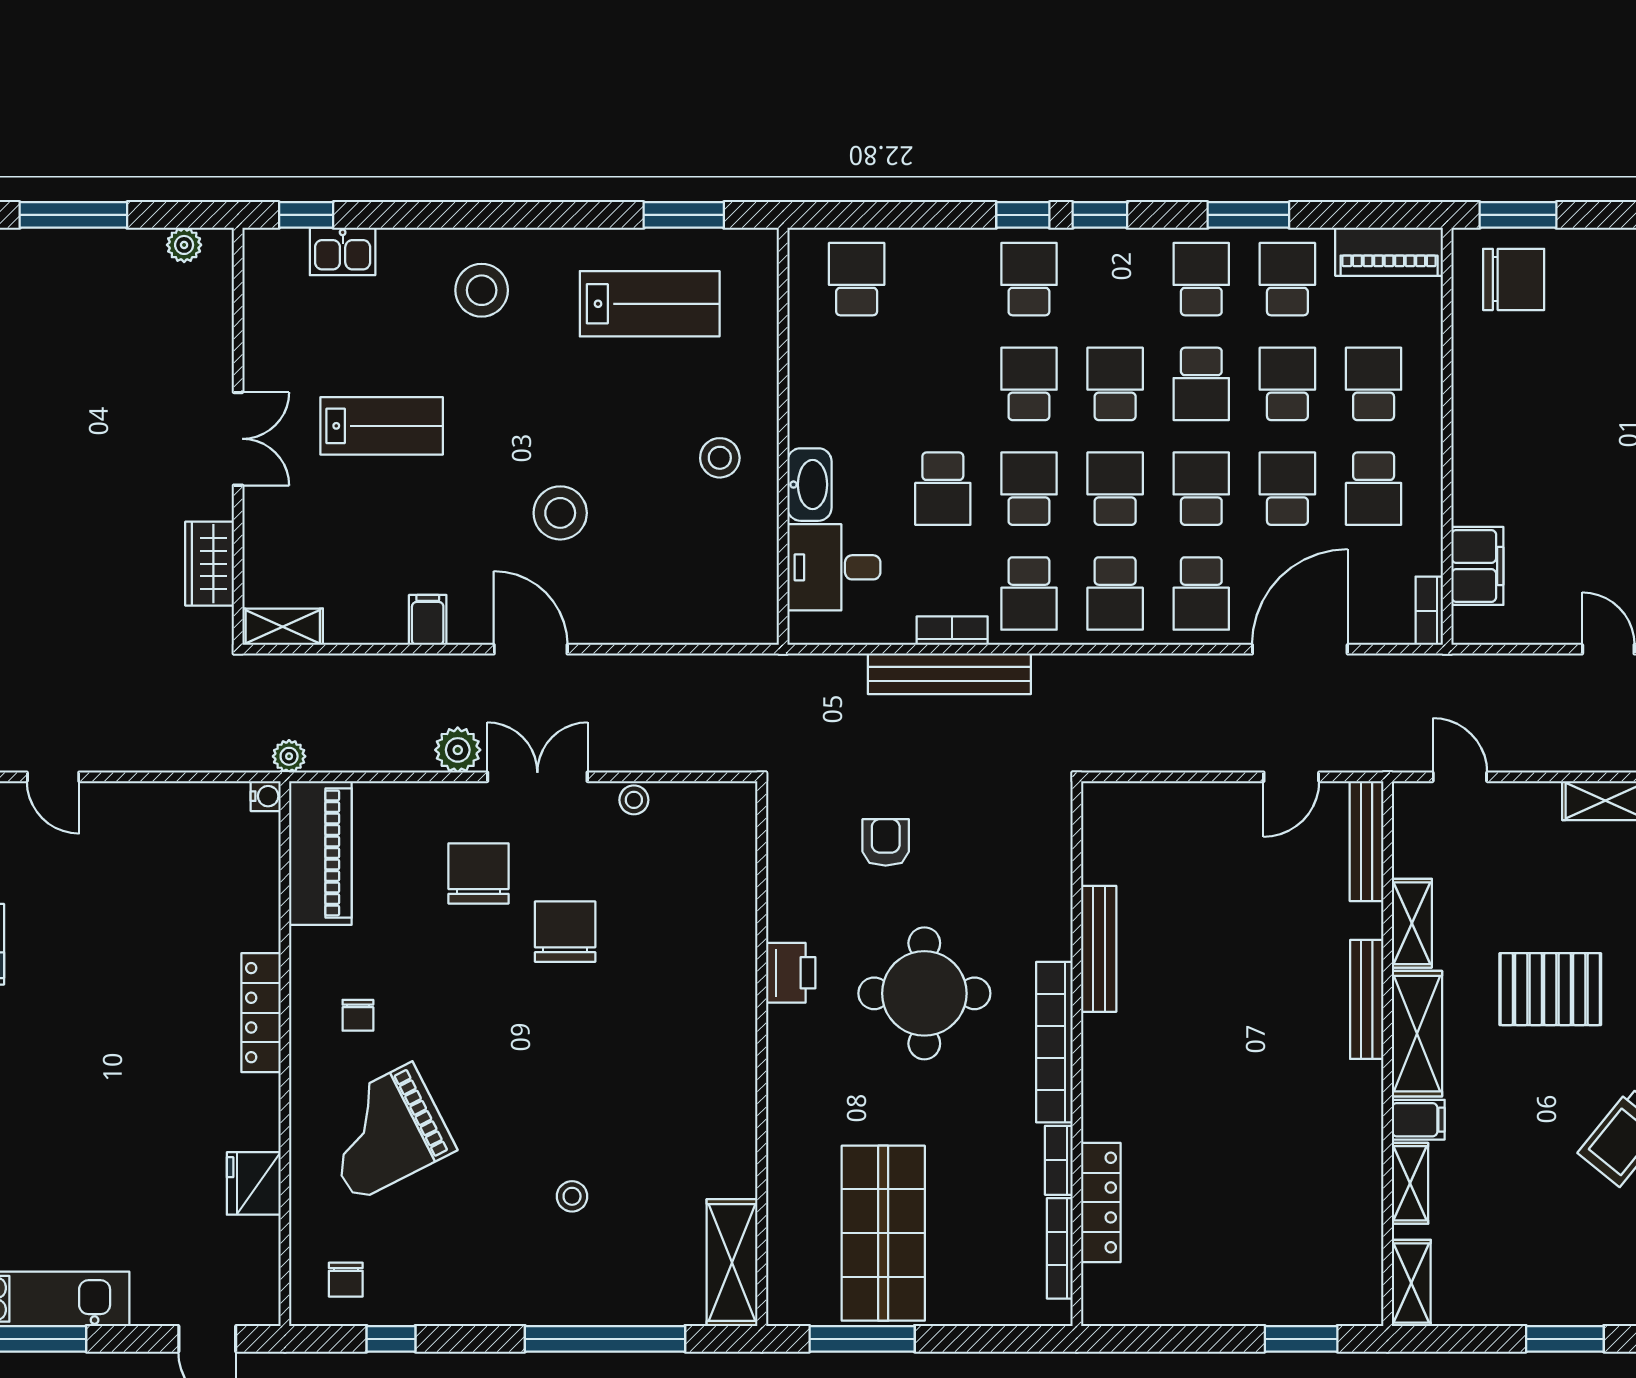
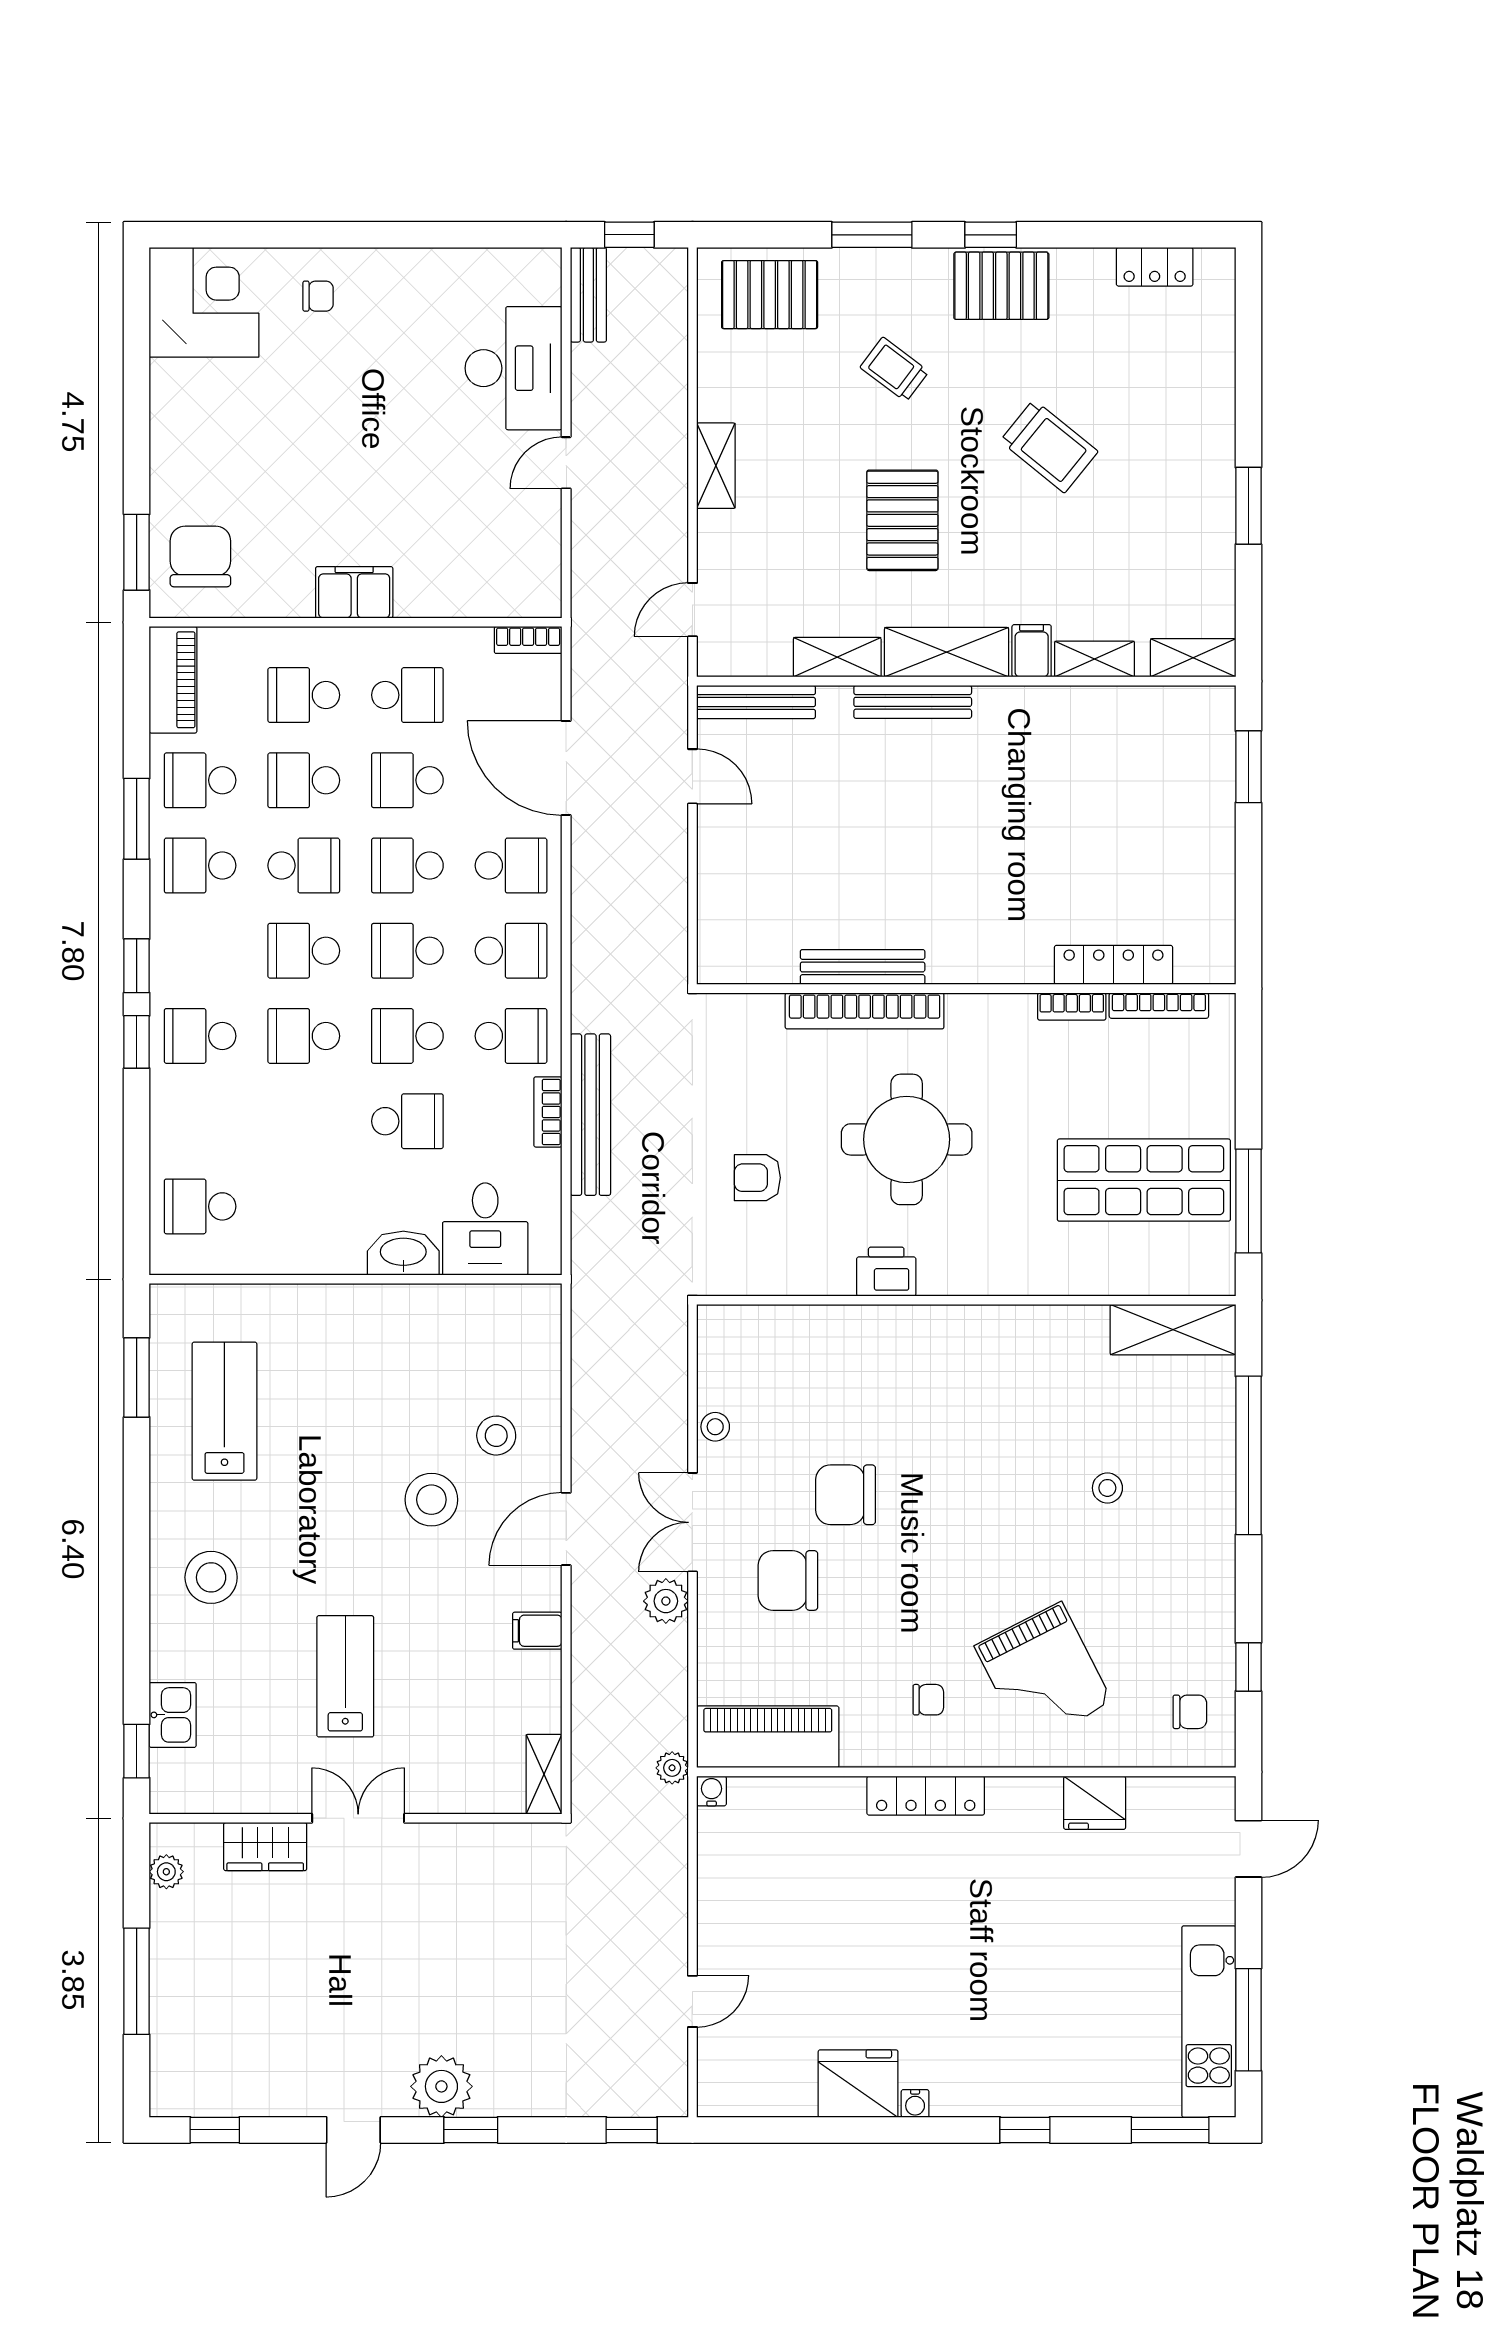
stool: (720, 458) -> (496, 1436), moved
wardrobe: (209, 564) -> (265, 1847), moved
filing cabinet: (1477, 566) -> (354, 592), moved
bookcase: (1054, 1042) -> (865, 1011), moved

